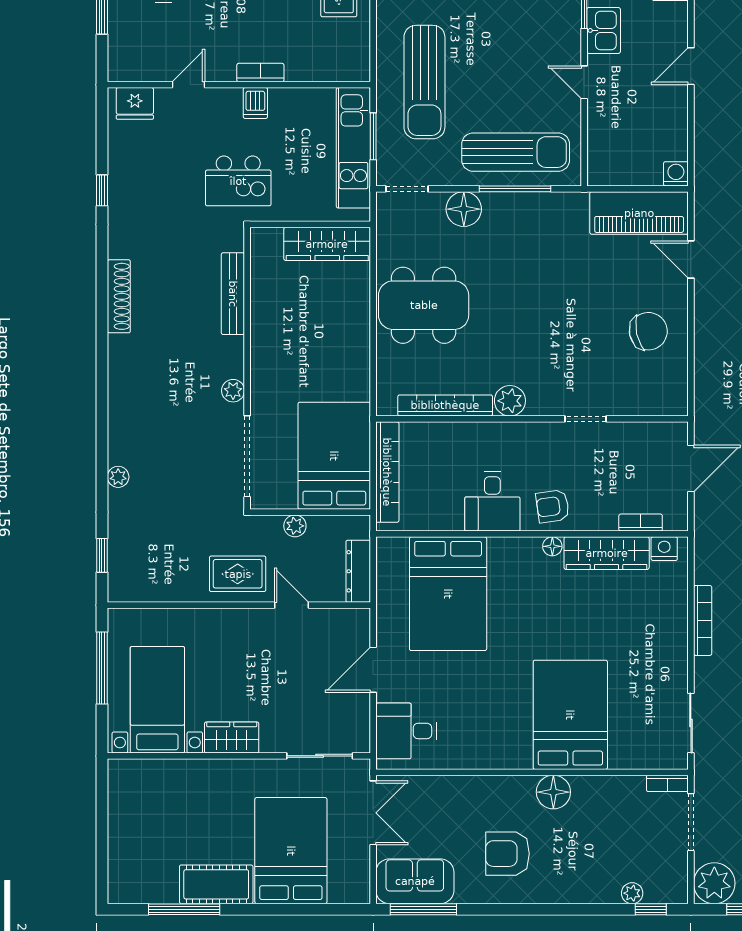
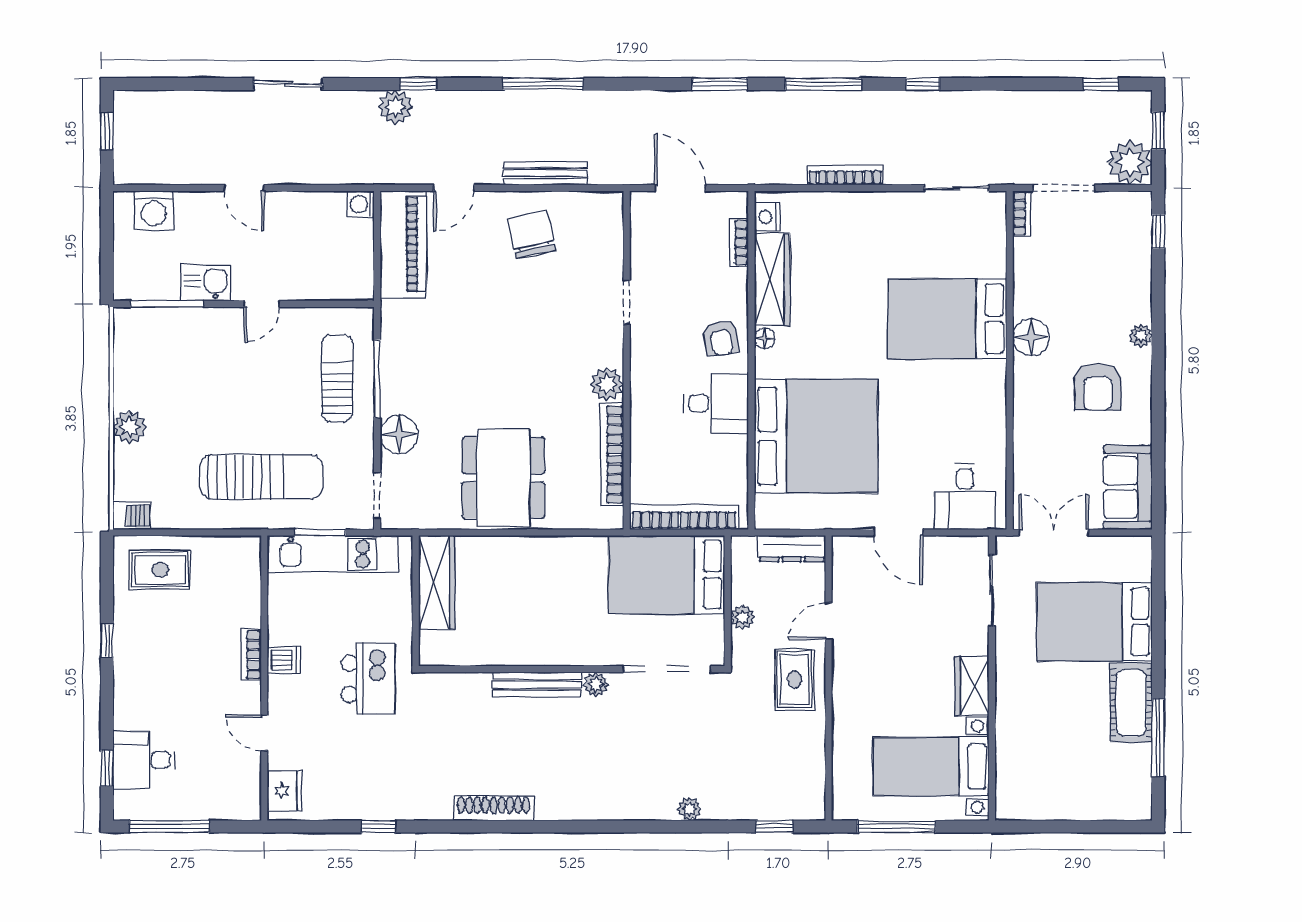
sun lounger: (516, 152) -> (337, 378), width x0.73, depth x0.75
bench: (233, 294) -> (537, 685), moved
bench: (704, 344) -> (545, 173), added
bed: (448, 594) -> (816, 436), width x1.36
plant: (632, 893) -> (1141, 336), moved
window: (423, 909) -> (1158, 478), removed

